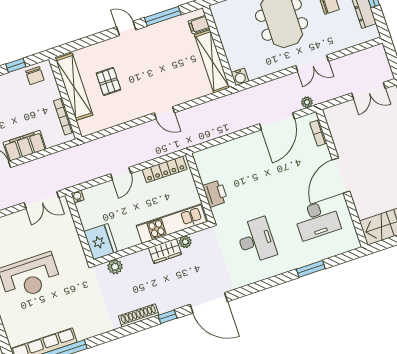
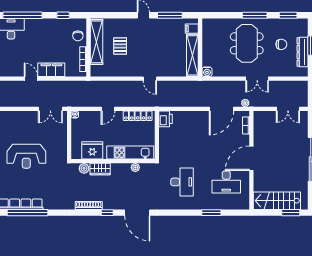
chair: (35, 76) -> (78, 36), moved
printer: (215, 193) -> (165, 119), moved
fridge: (101, 242) -> (92, 150), moved, turned -90
wardrobe: (165, 251) -> (100, 169), moved

